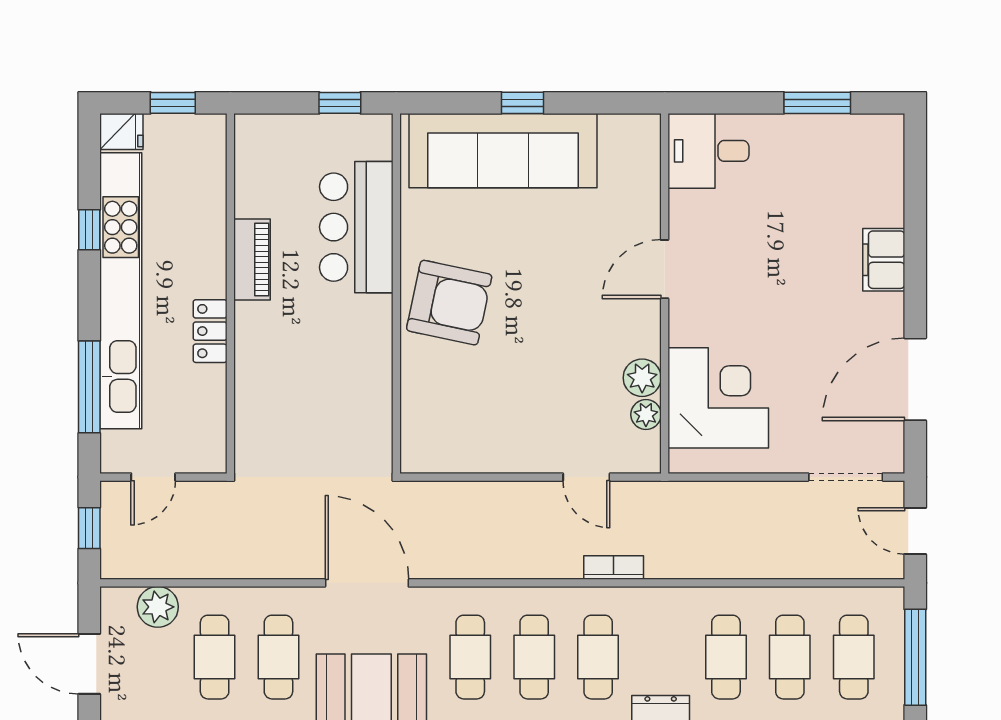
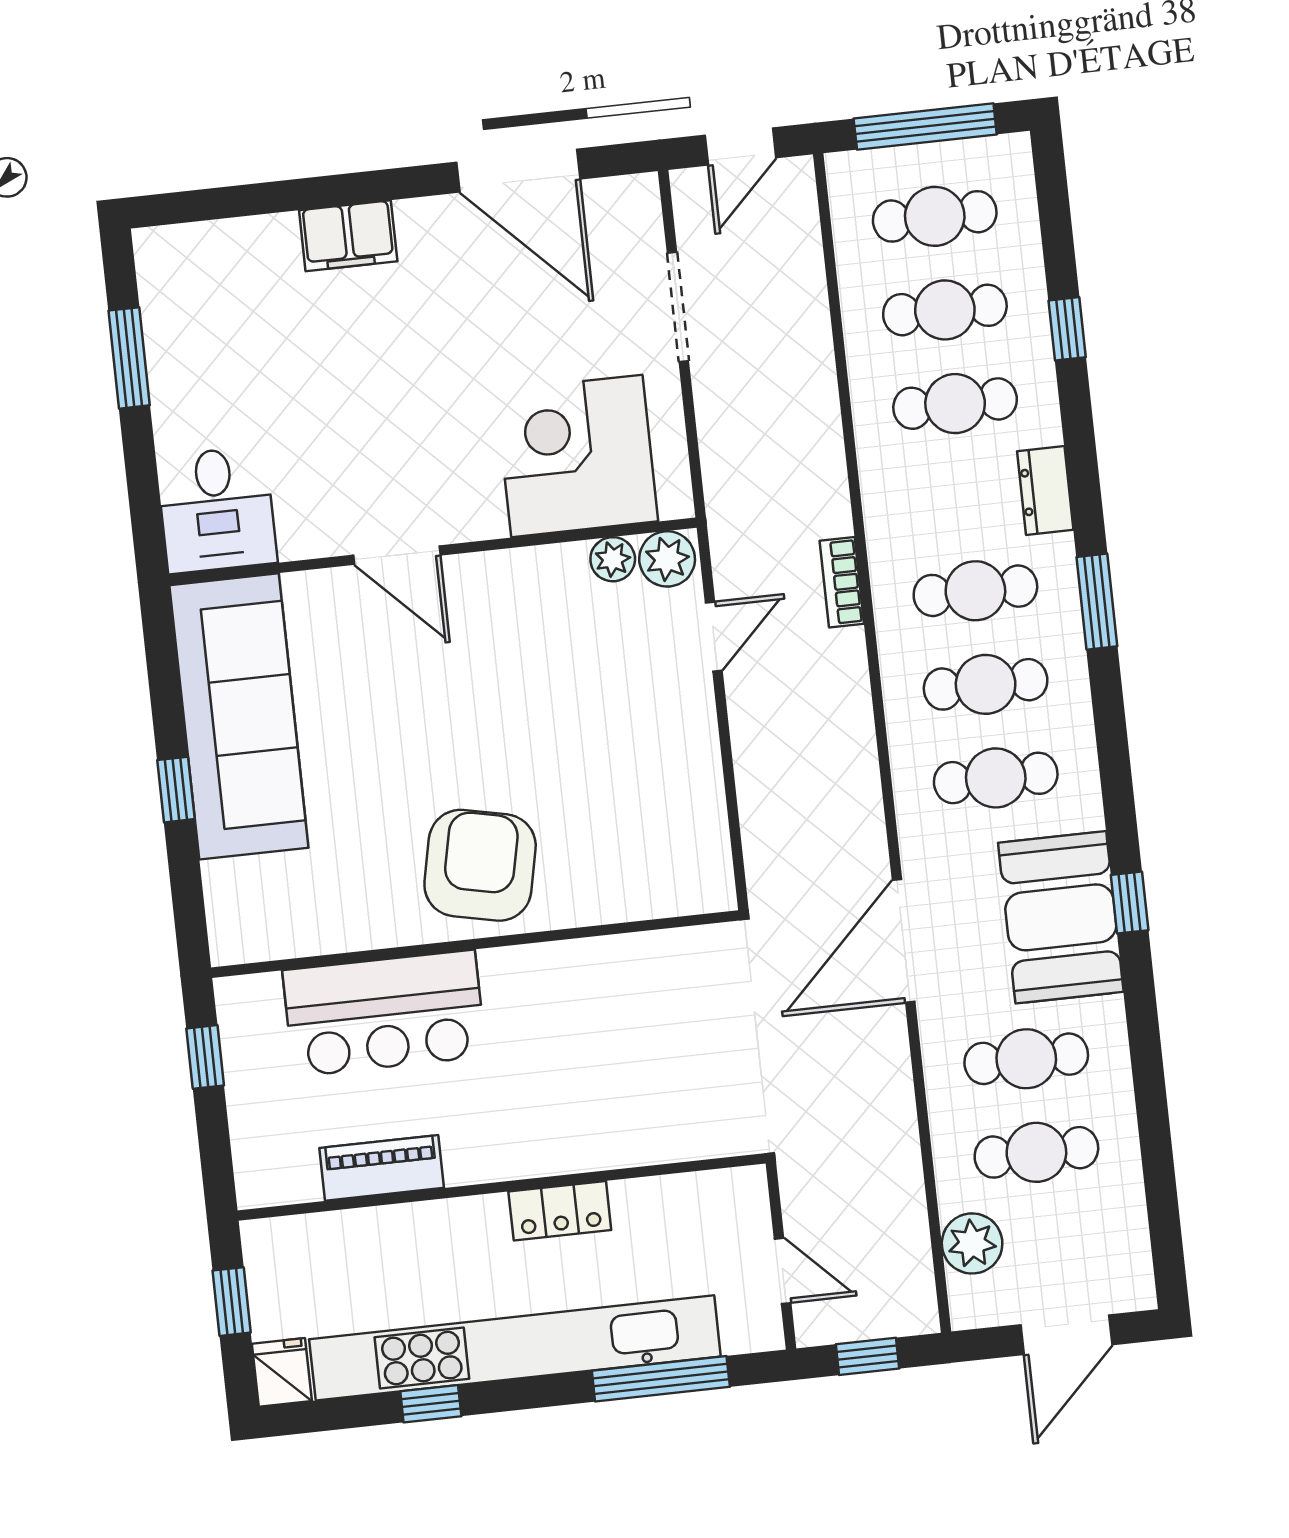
sofa: (503, 151) -> (239, 716), moved
piano: (252, 260) -> (382, 1168), moved
plant: (642, 378) -> (667, 559), moved
doorway: (846, 477) -> (678, 307), moved

